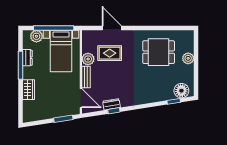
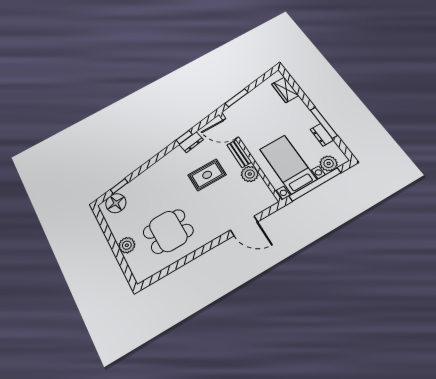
rug: (110, 53) -> (207, 175), moved
wardrobe: (29, 90) -> (285, 90), moved

